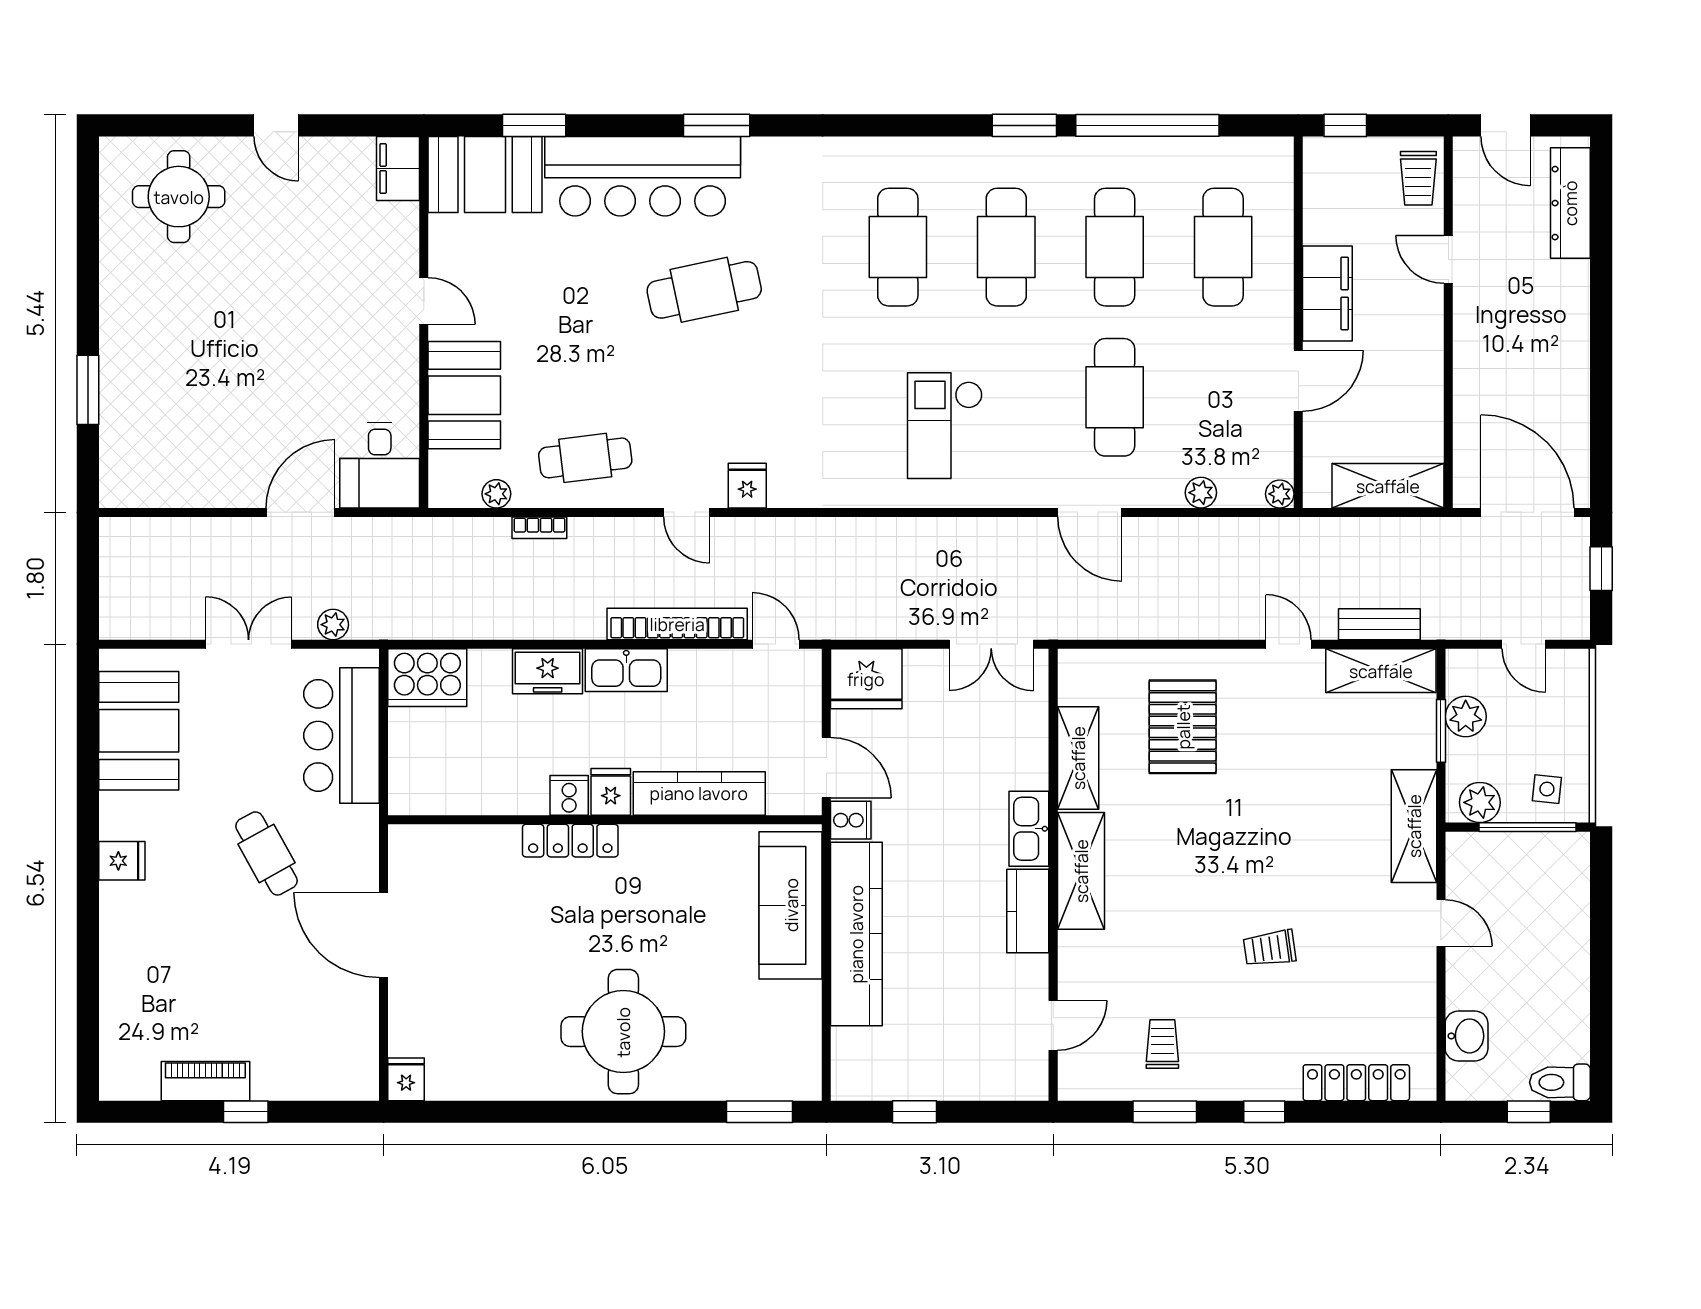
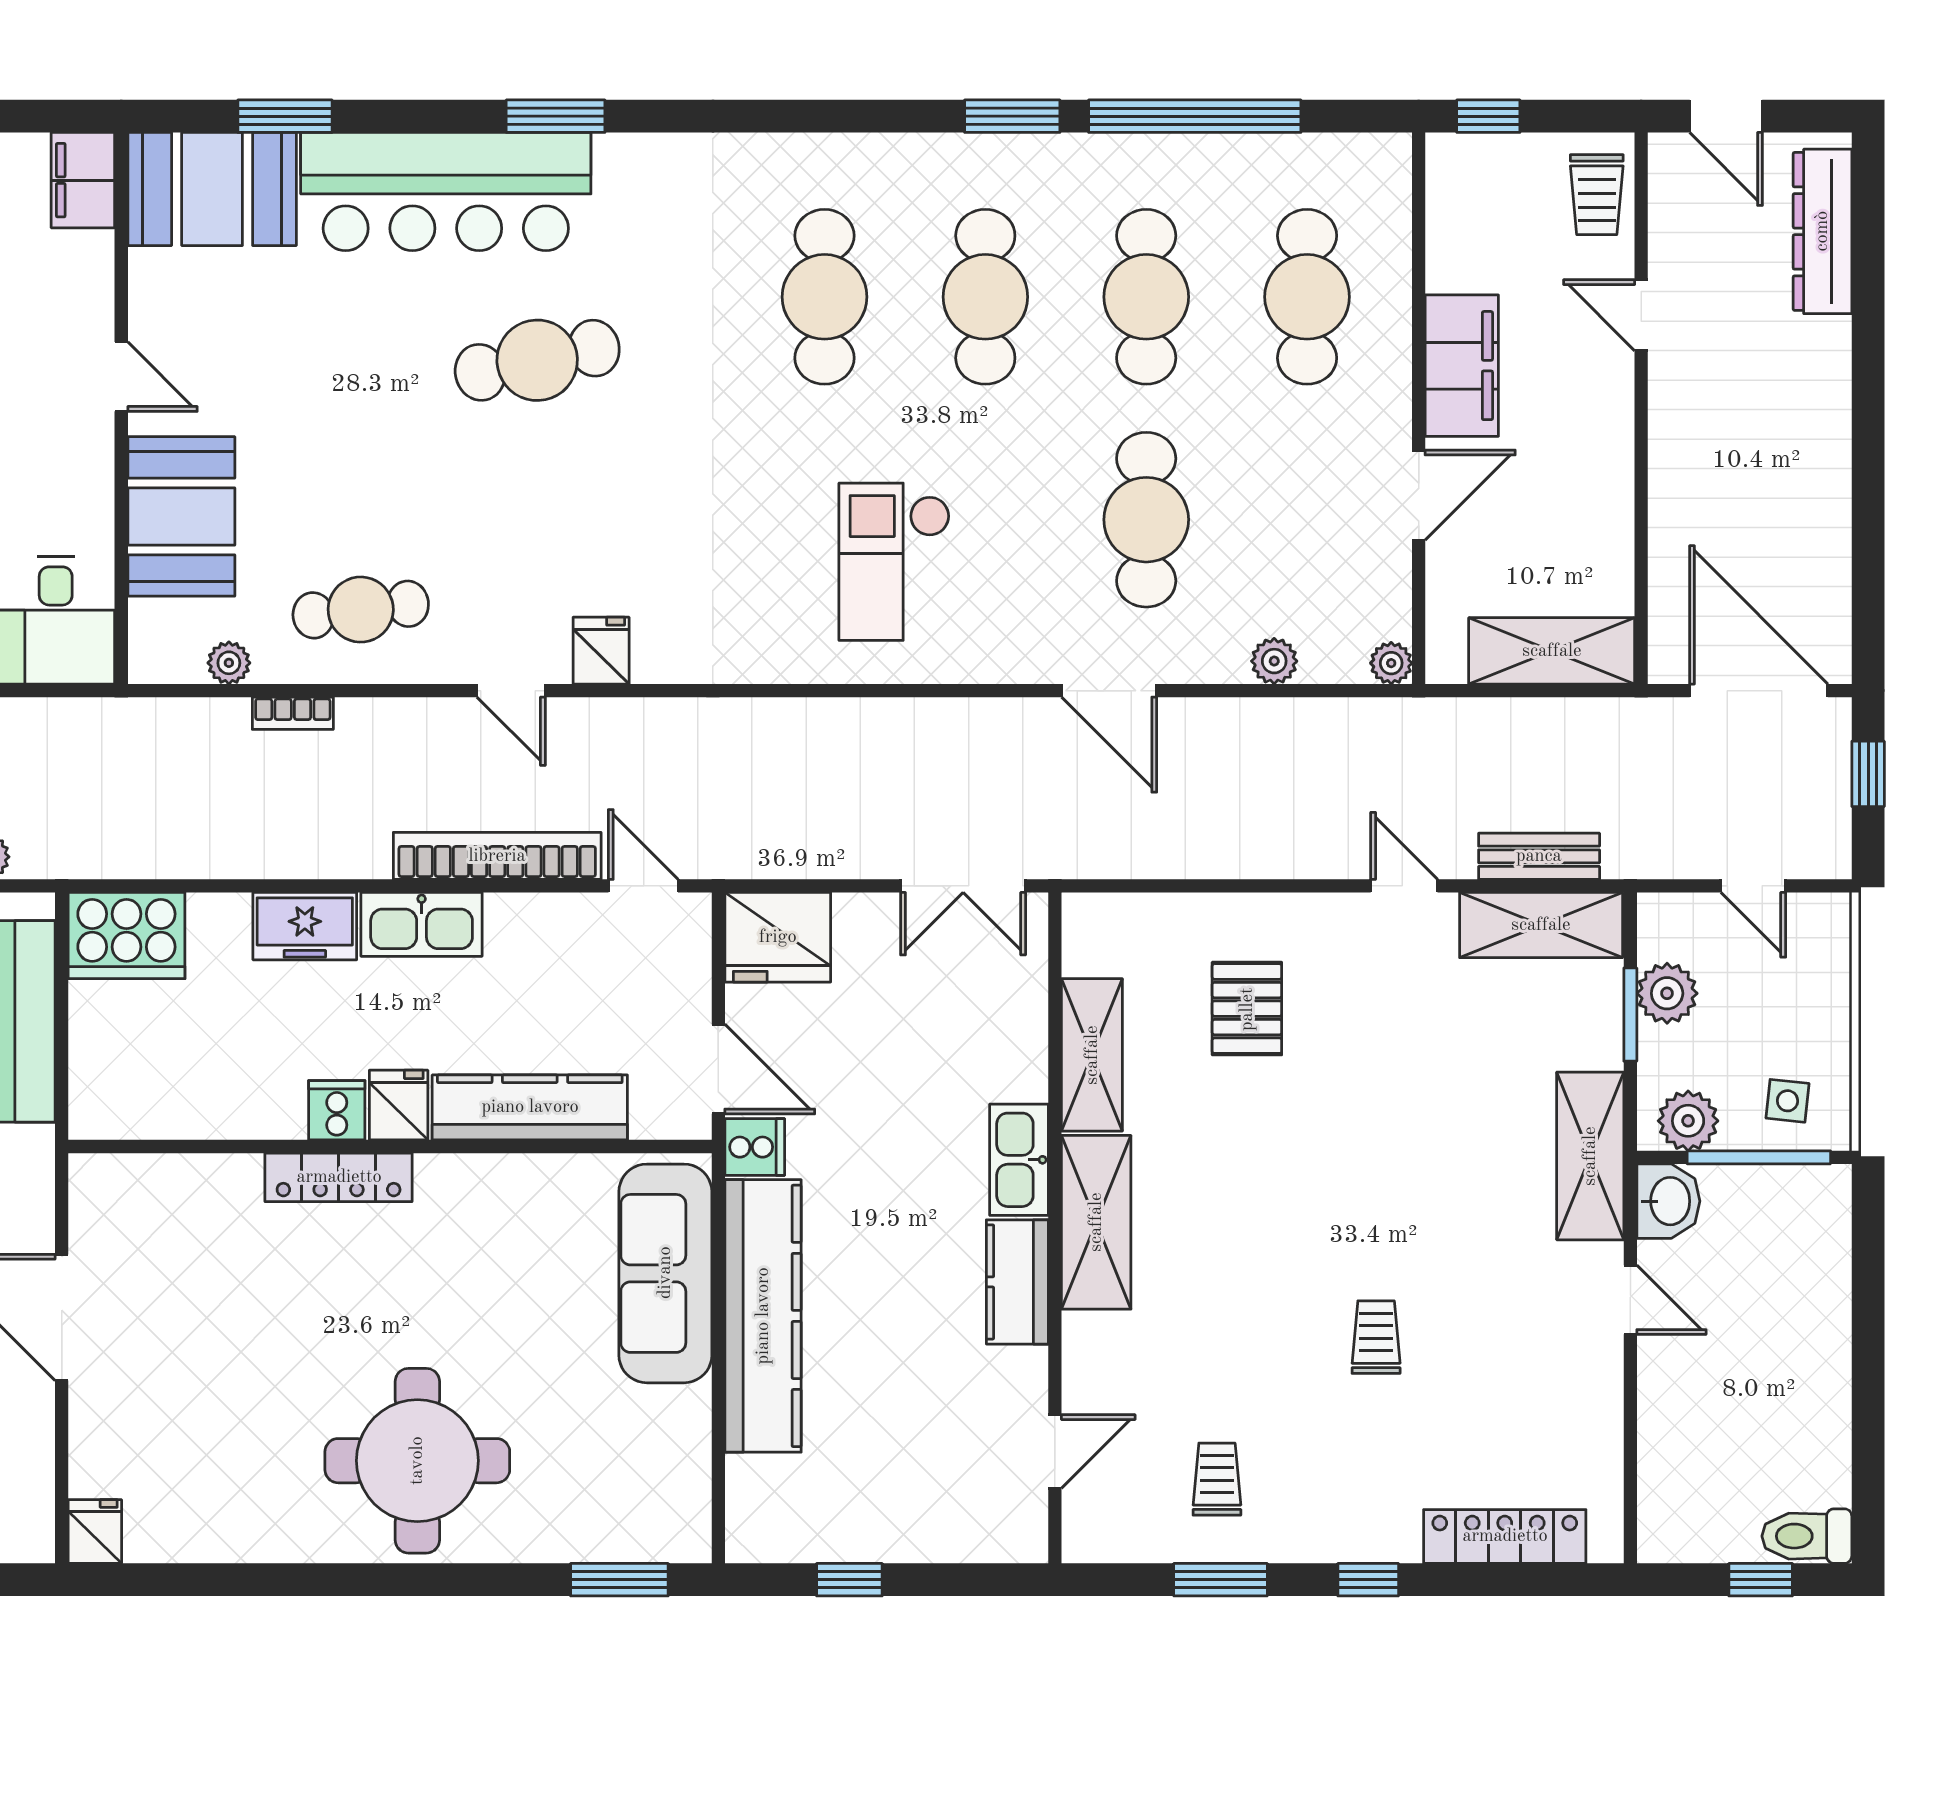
pallet: (1183, 727) -> (1247, 1009), width x0.67, depth x0.71
trolley: (1270, 948) -> (1376, 1337), turned 98
washbasin: (1467, 1036) -> (1668, 1201), moved

